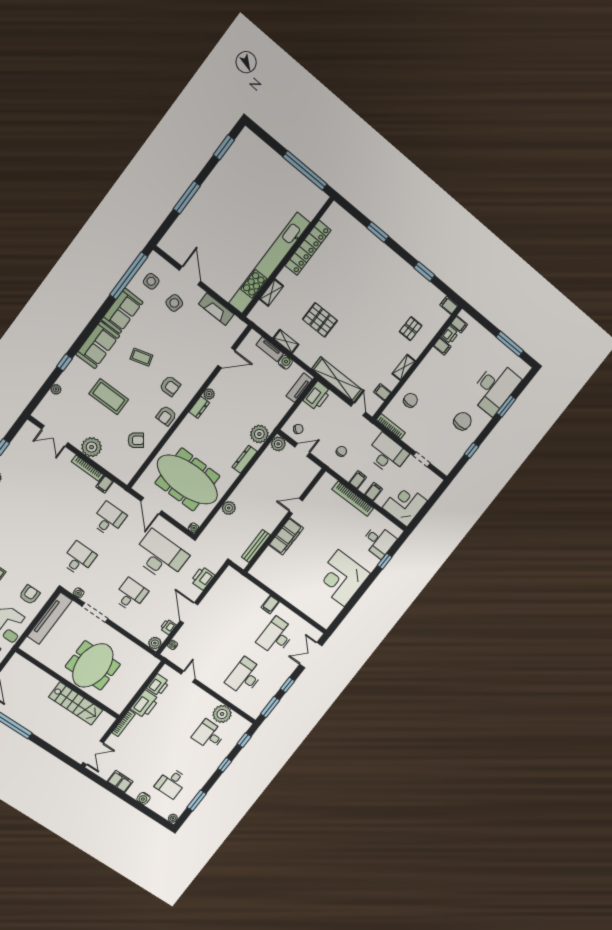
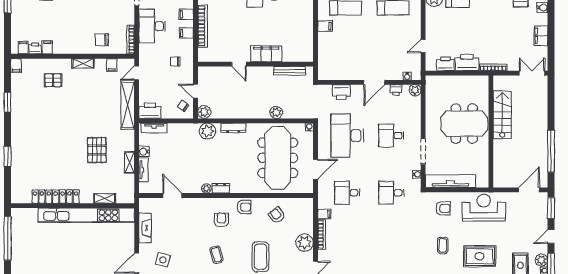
armchair: (30, 595) -> (443, 208), turned 180

